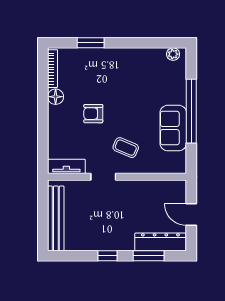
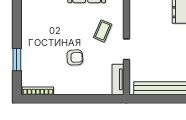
floor lamp: (56, 97) -> (61, 88), removed
armchair: (93, 114) -> (75, 57), turned -93

